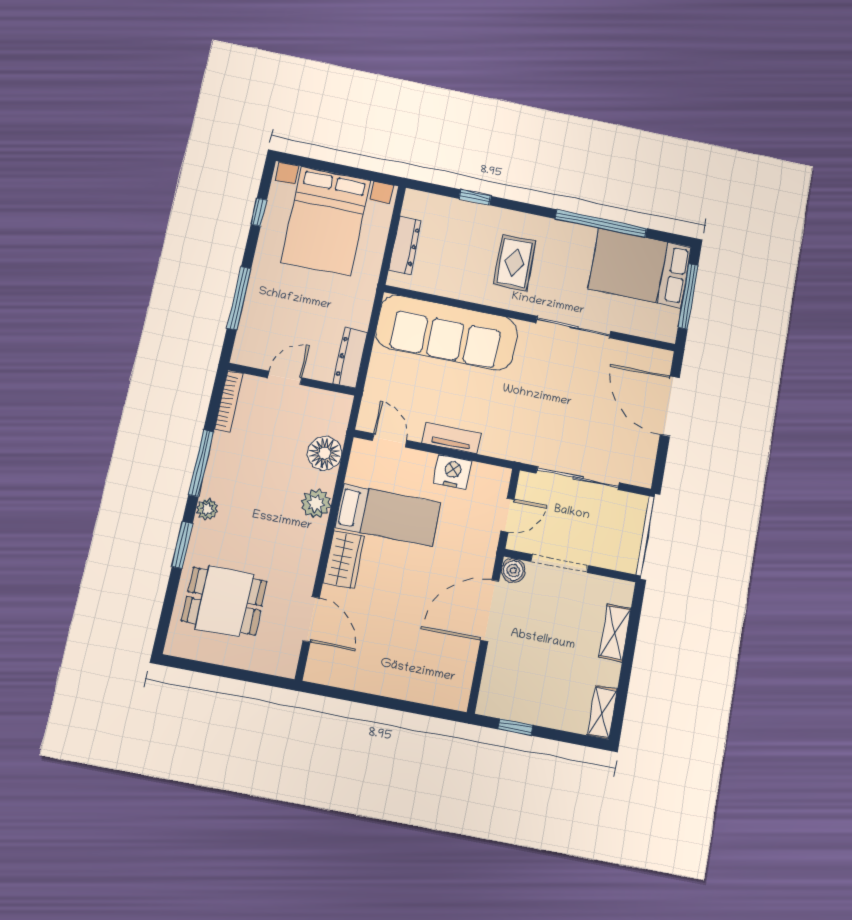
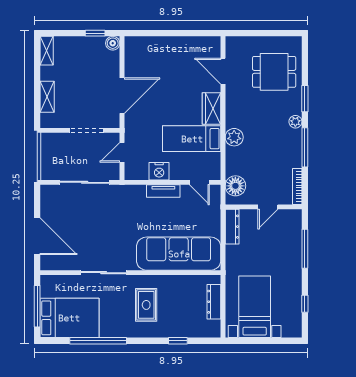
bed with nightstands: (326, 221) -> (255, 307), width x0.73
floor lamp: (325, 453) -> (235, 186), moved
boiler: (513, 571) -> (113, 43), moved

